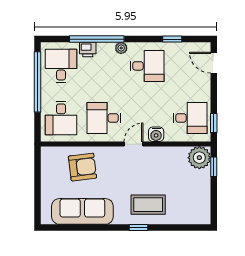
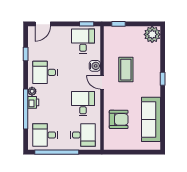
printer: (88, 50) -> (33, 102), moved
desk: (147, 66) -> (45, 72), turned -90
desk: (104, 118) -> (83, 104), turned 180
plant: (199, 158) -> (152, 34), moved
armchair: (82, 167) -> (119, 119), turned 97
coffee table: (148, 205) -> (126, 70), moved

